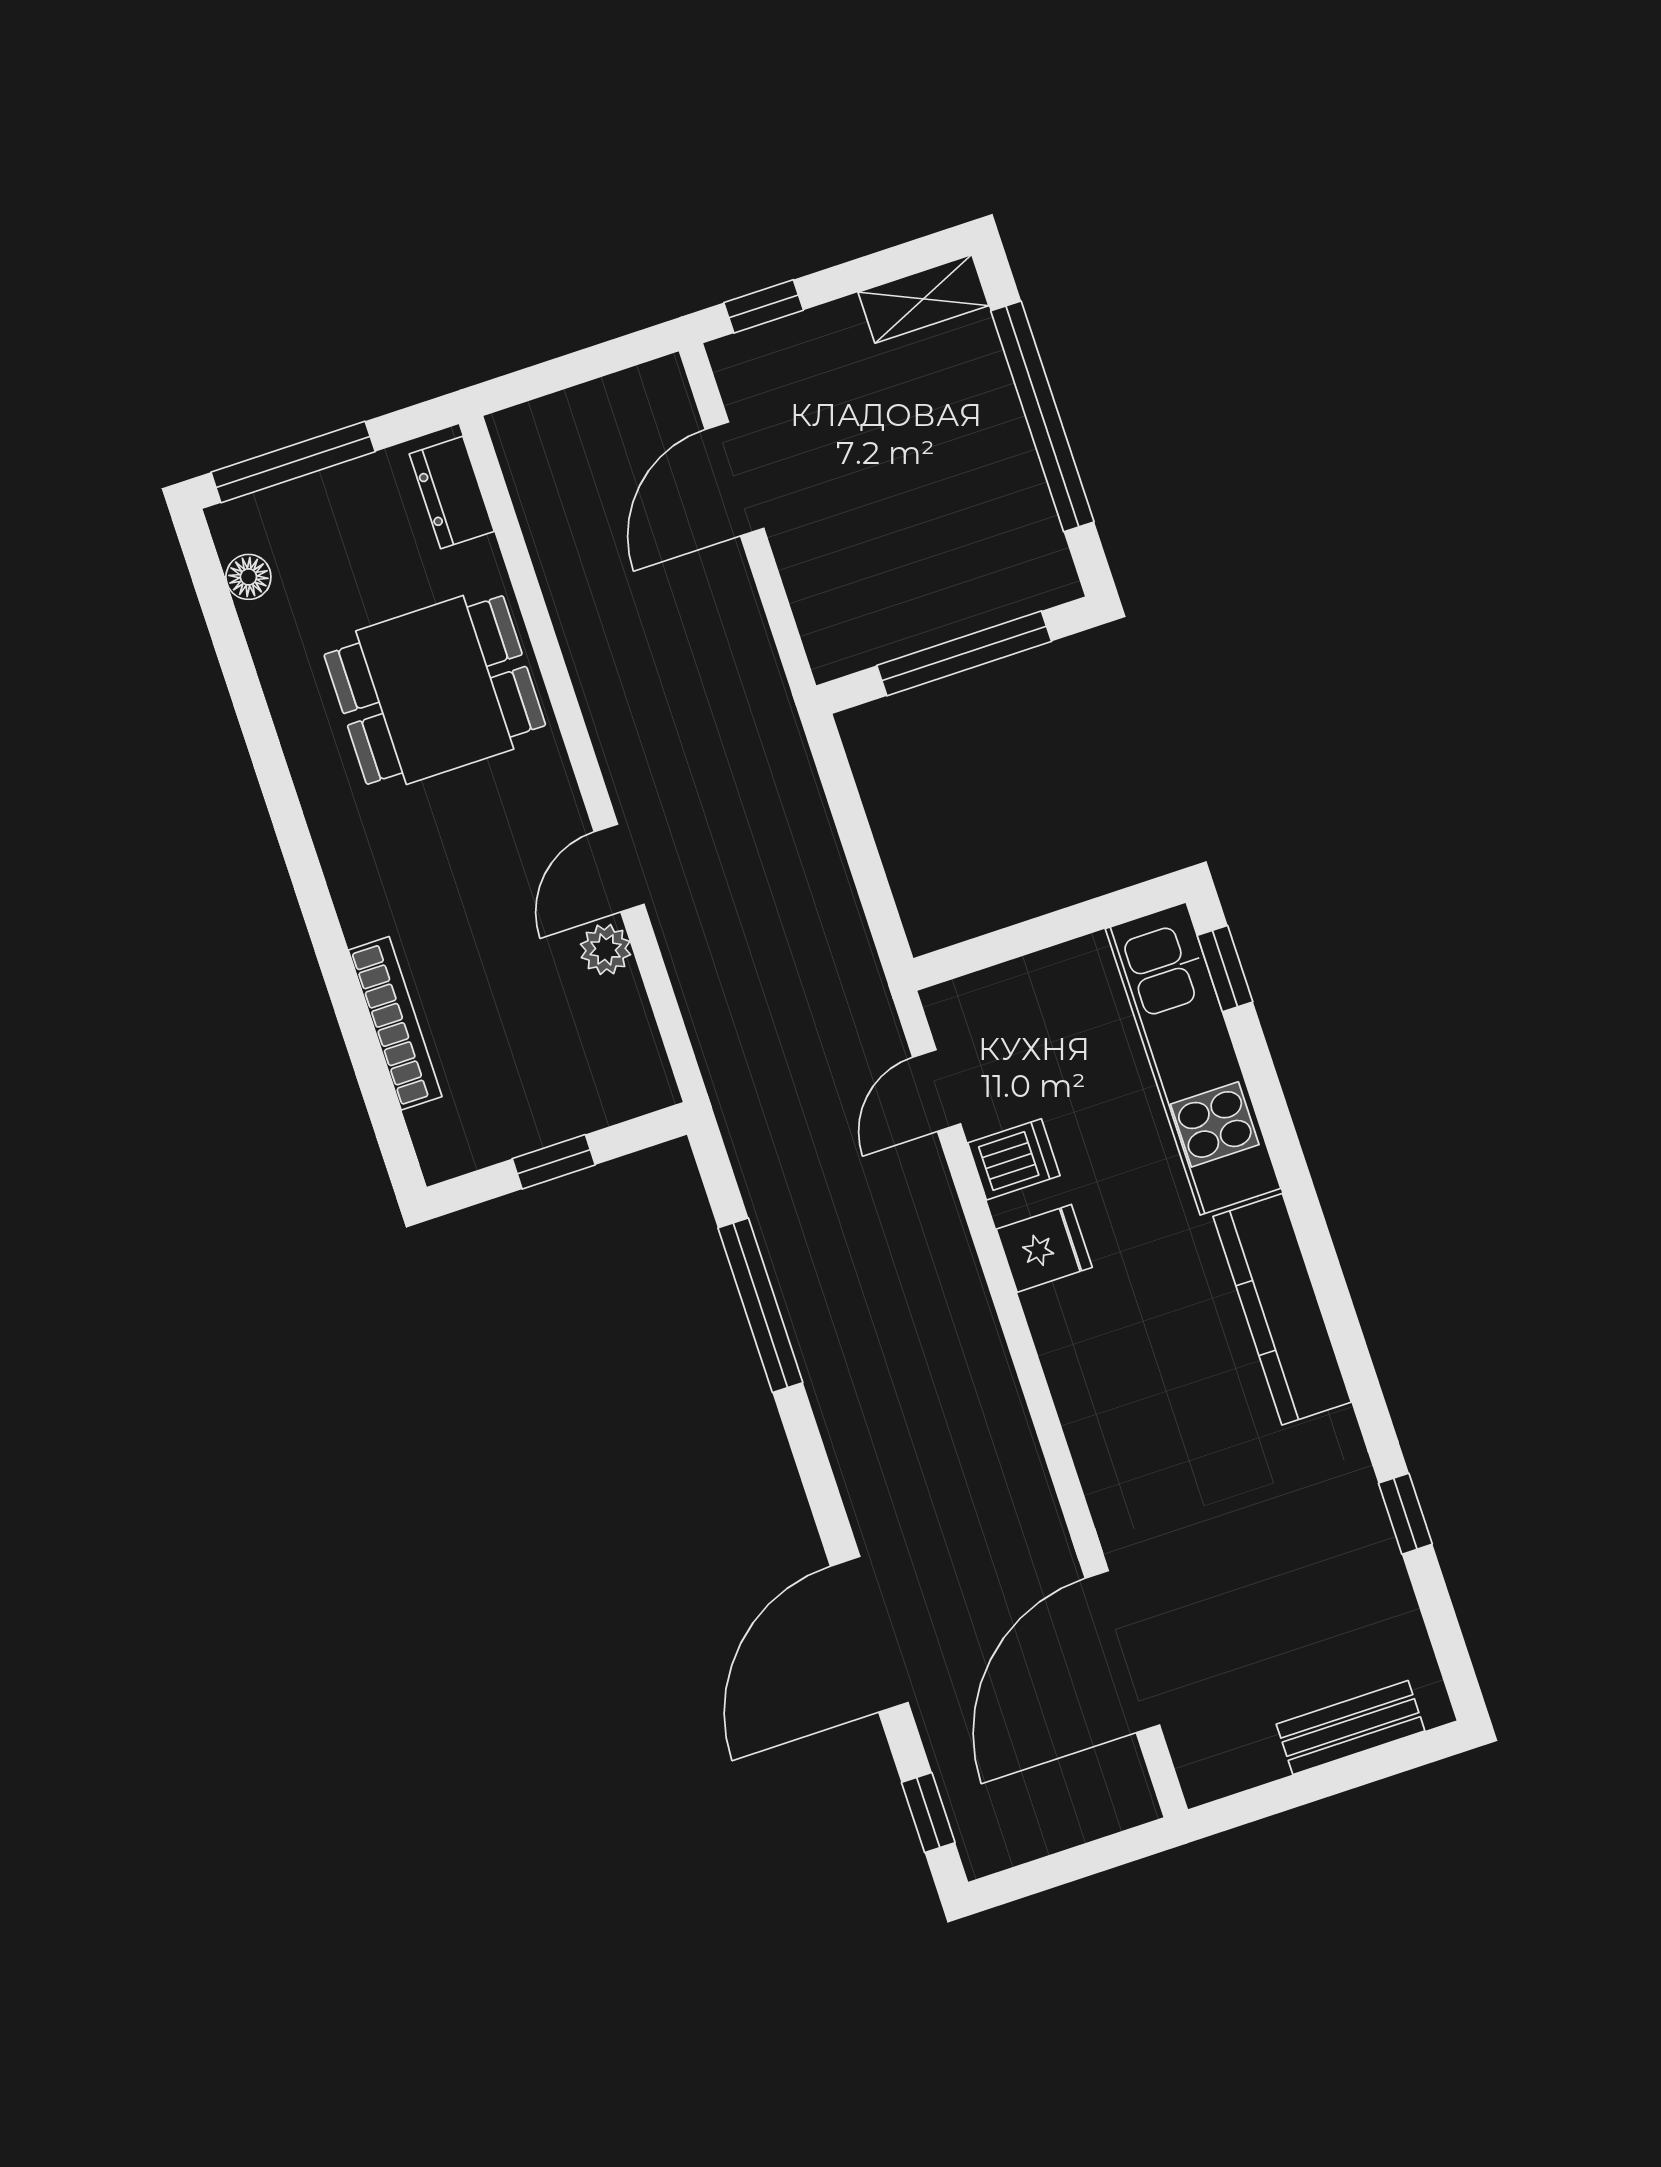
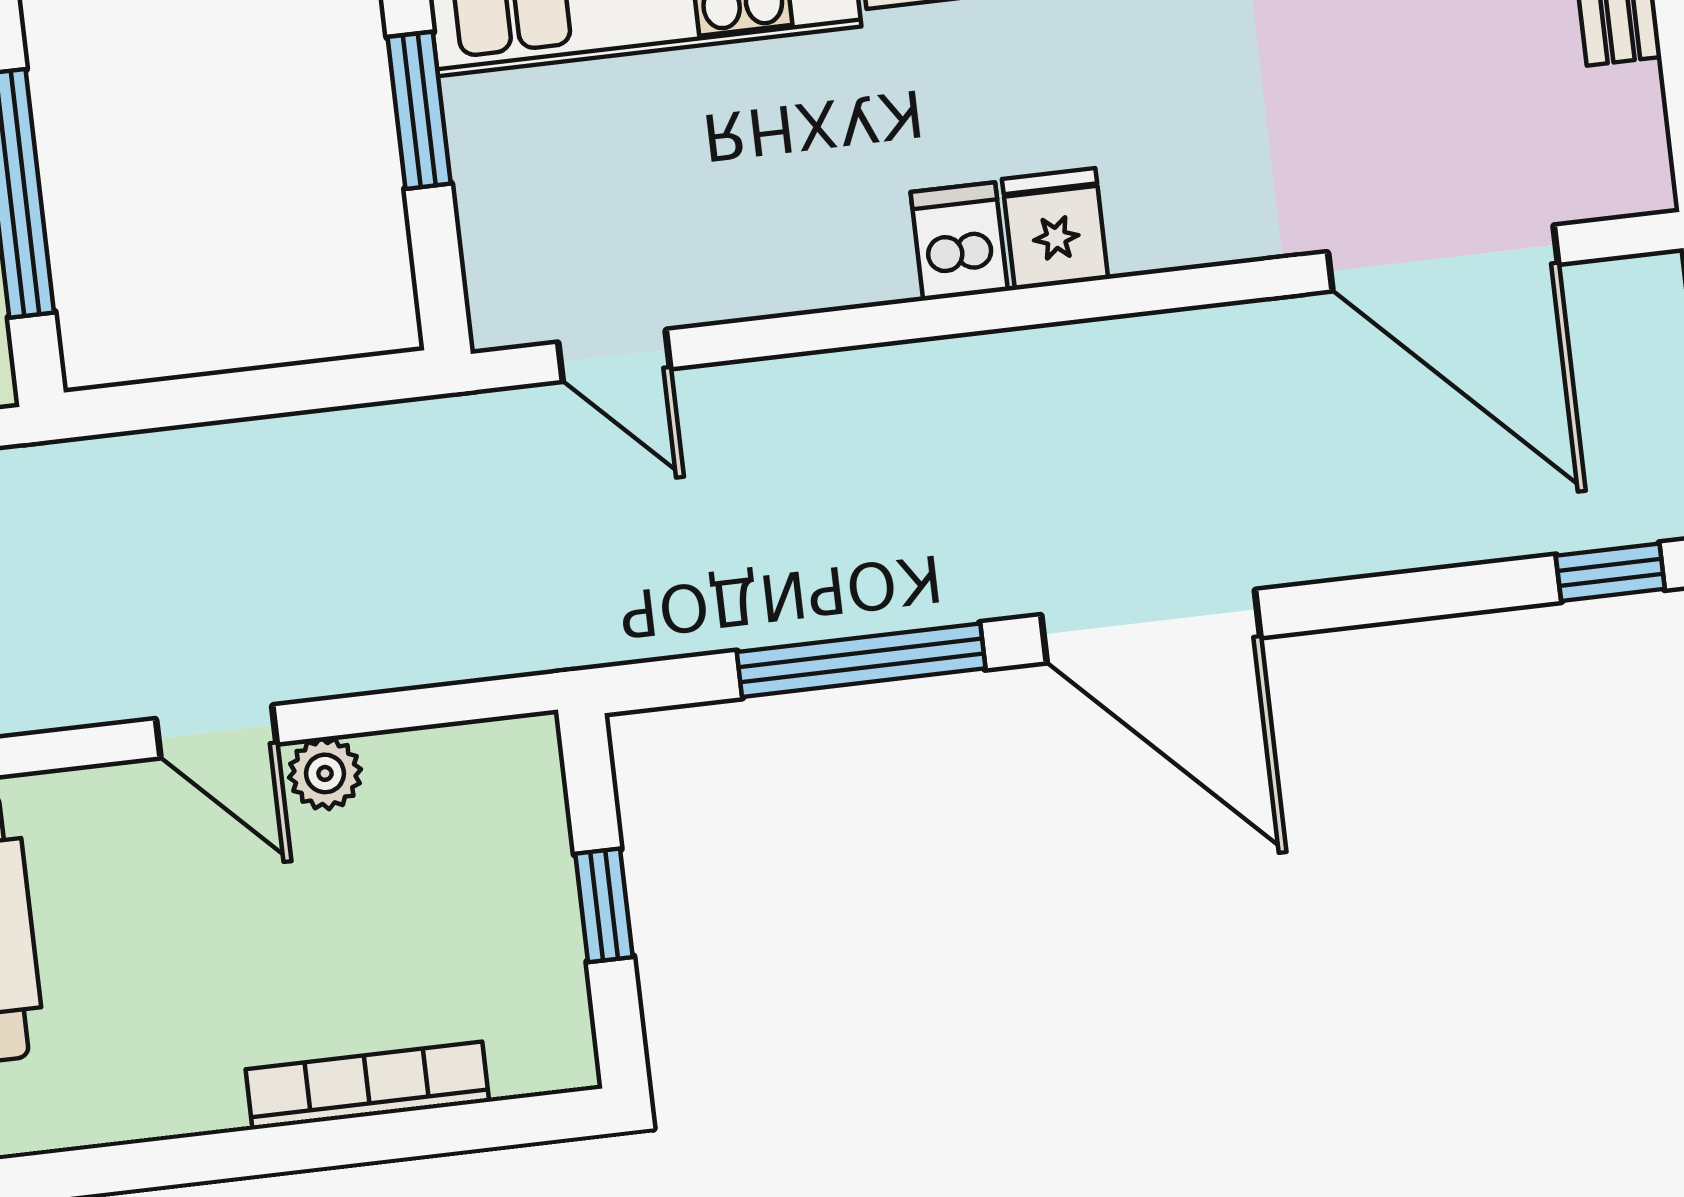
window: (1079, 920) -> (419, 110), added
dishwasher: (1014, 1159) -> (959, 241), moved
fridge: (1044, 1248) -> (1055, 229), moved
door: (869, 1634) -> (1151, 626), moved

